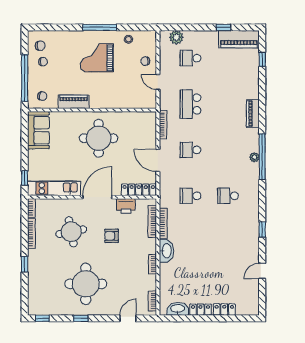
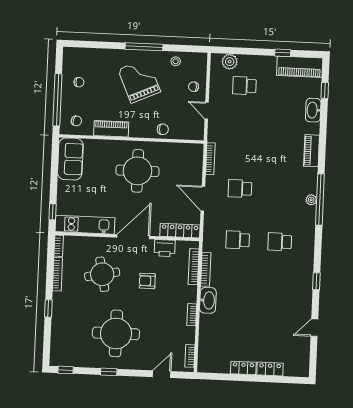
chair: (40, 46) -> (163, 129), moved
grand piano: (97, 58) -> (139, 81), turned 66
school desk: (190, 104) -> (242, 137), removed
washbasin: (178, 309) -> (313, 110), moved, turned -90

